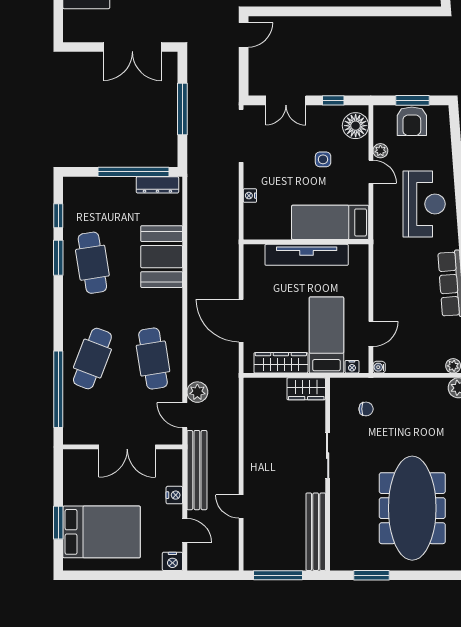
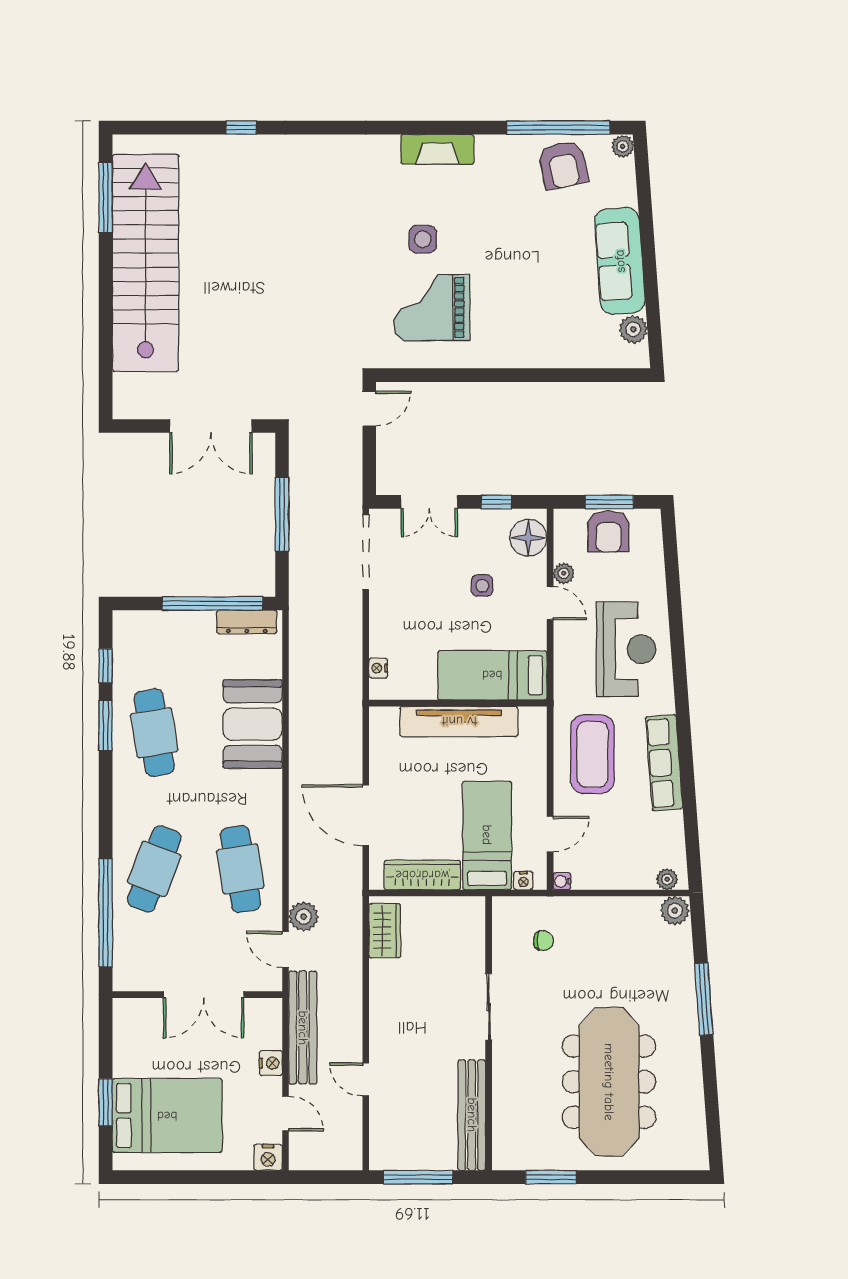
nightstand: (250, 196) -> (378, 668), moved
coffee table: (401, 278) -> (592, 754), added
wardrobe: (306, 389) -> (385, 931), moved, turned -90

